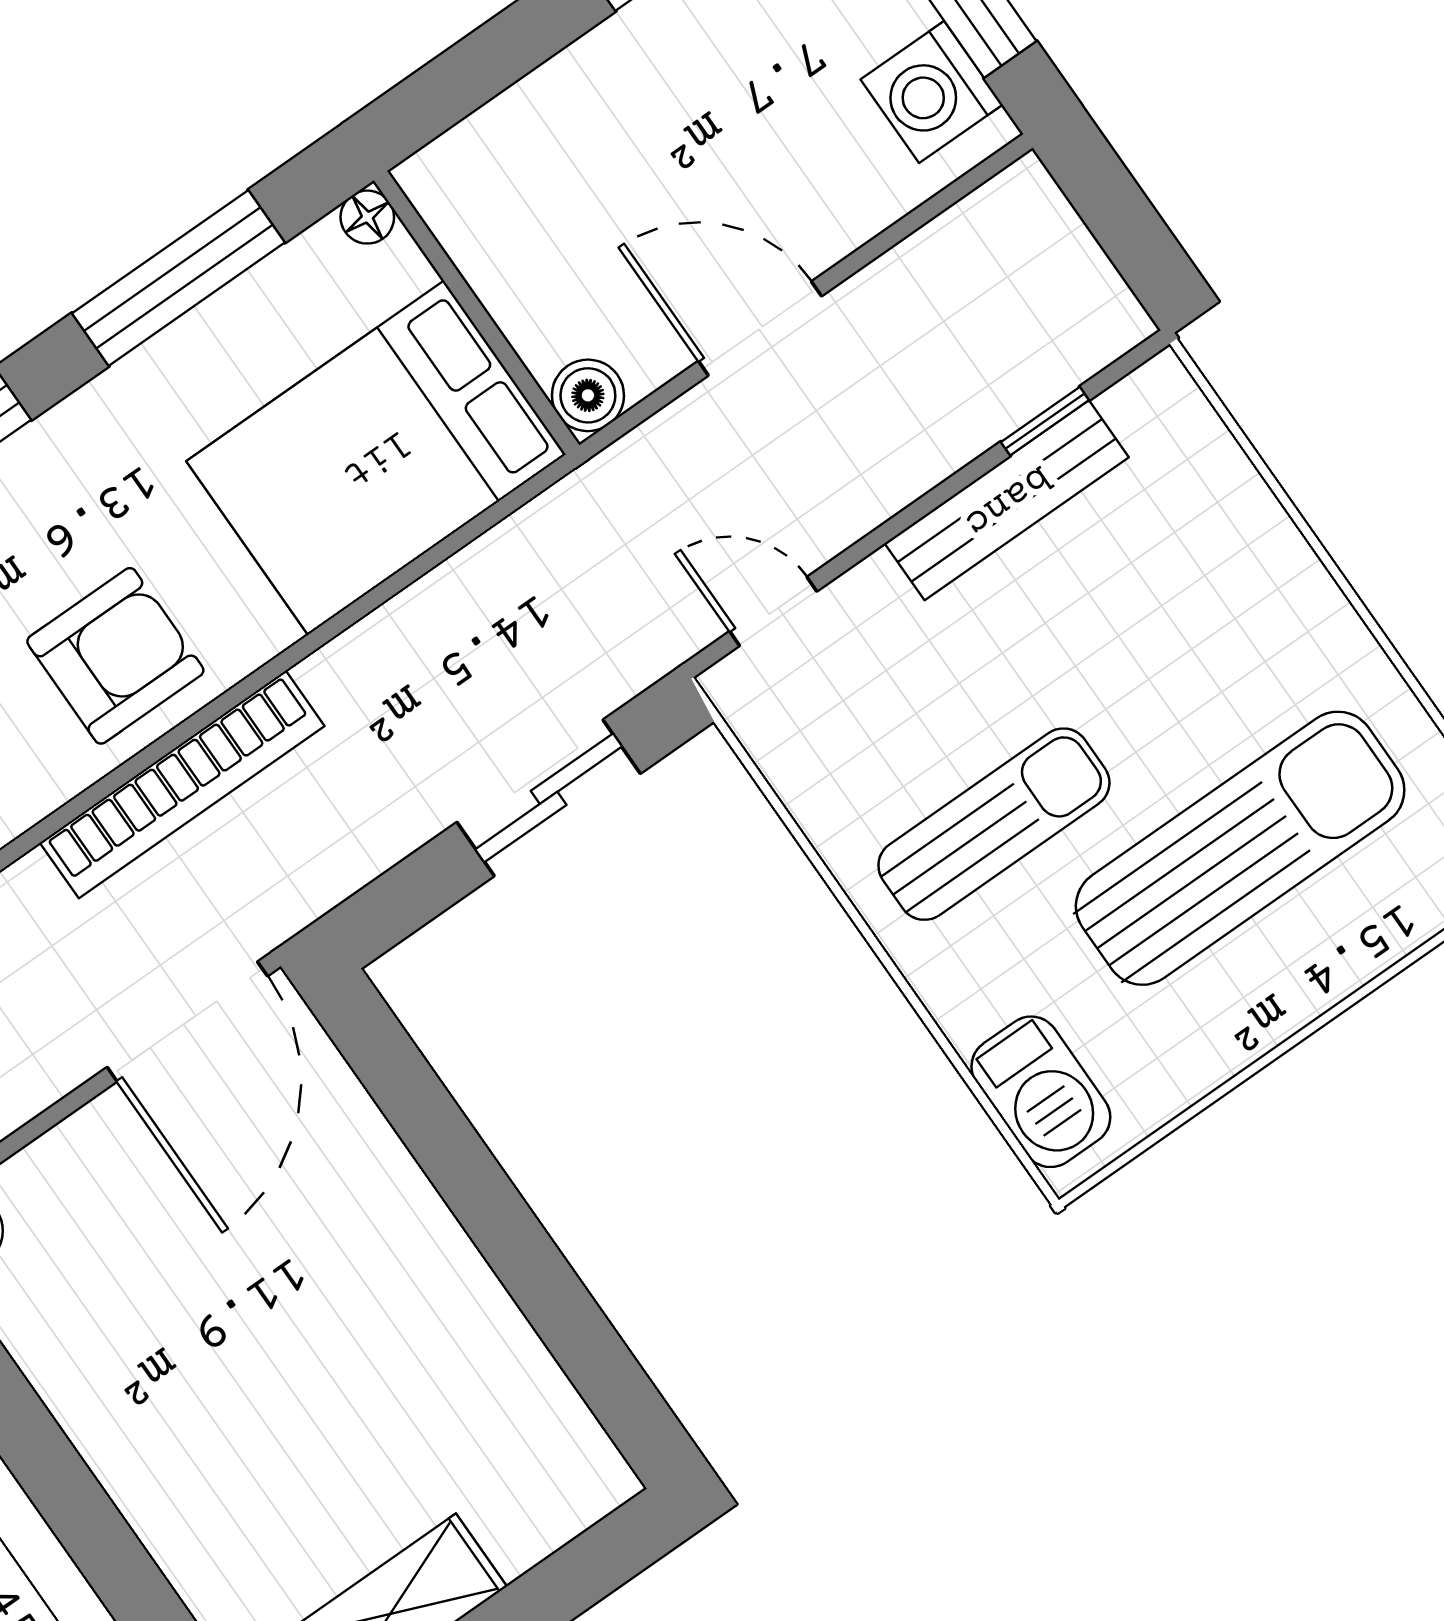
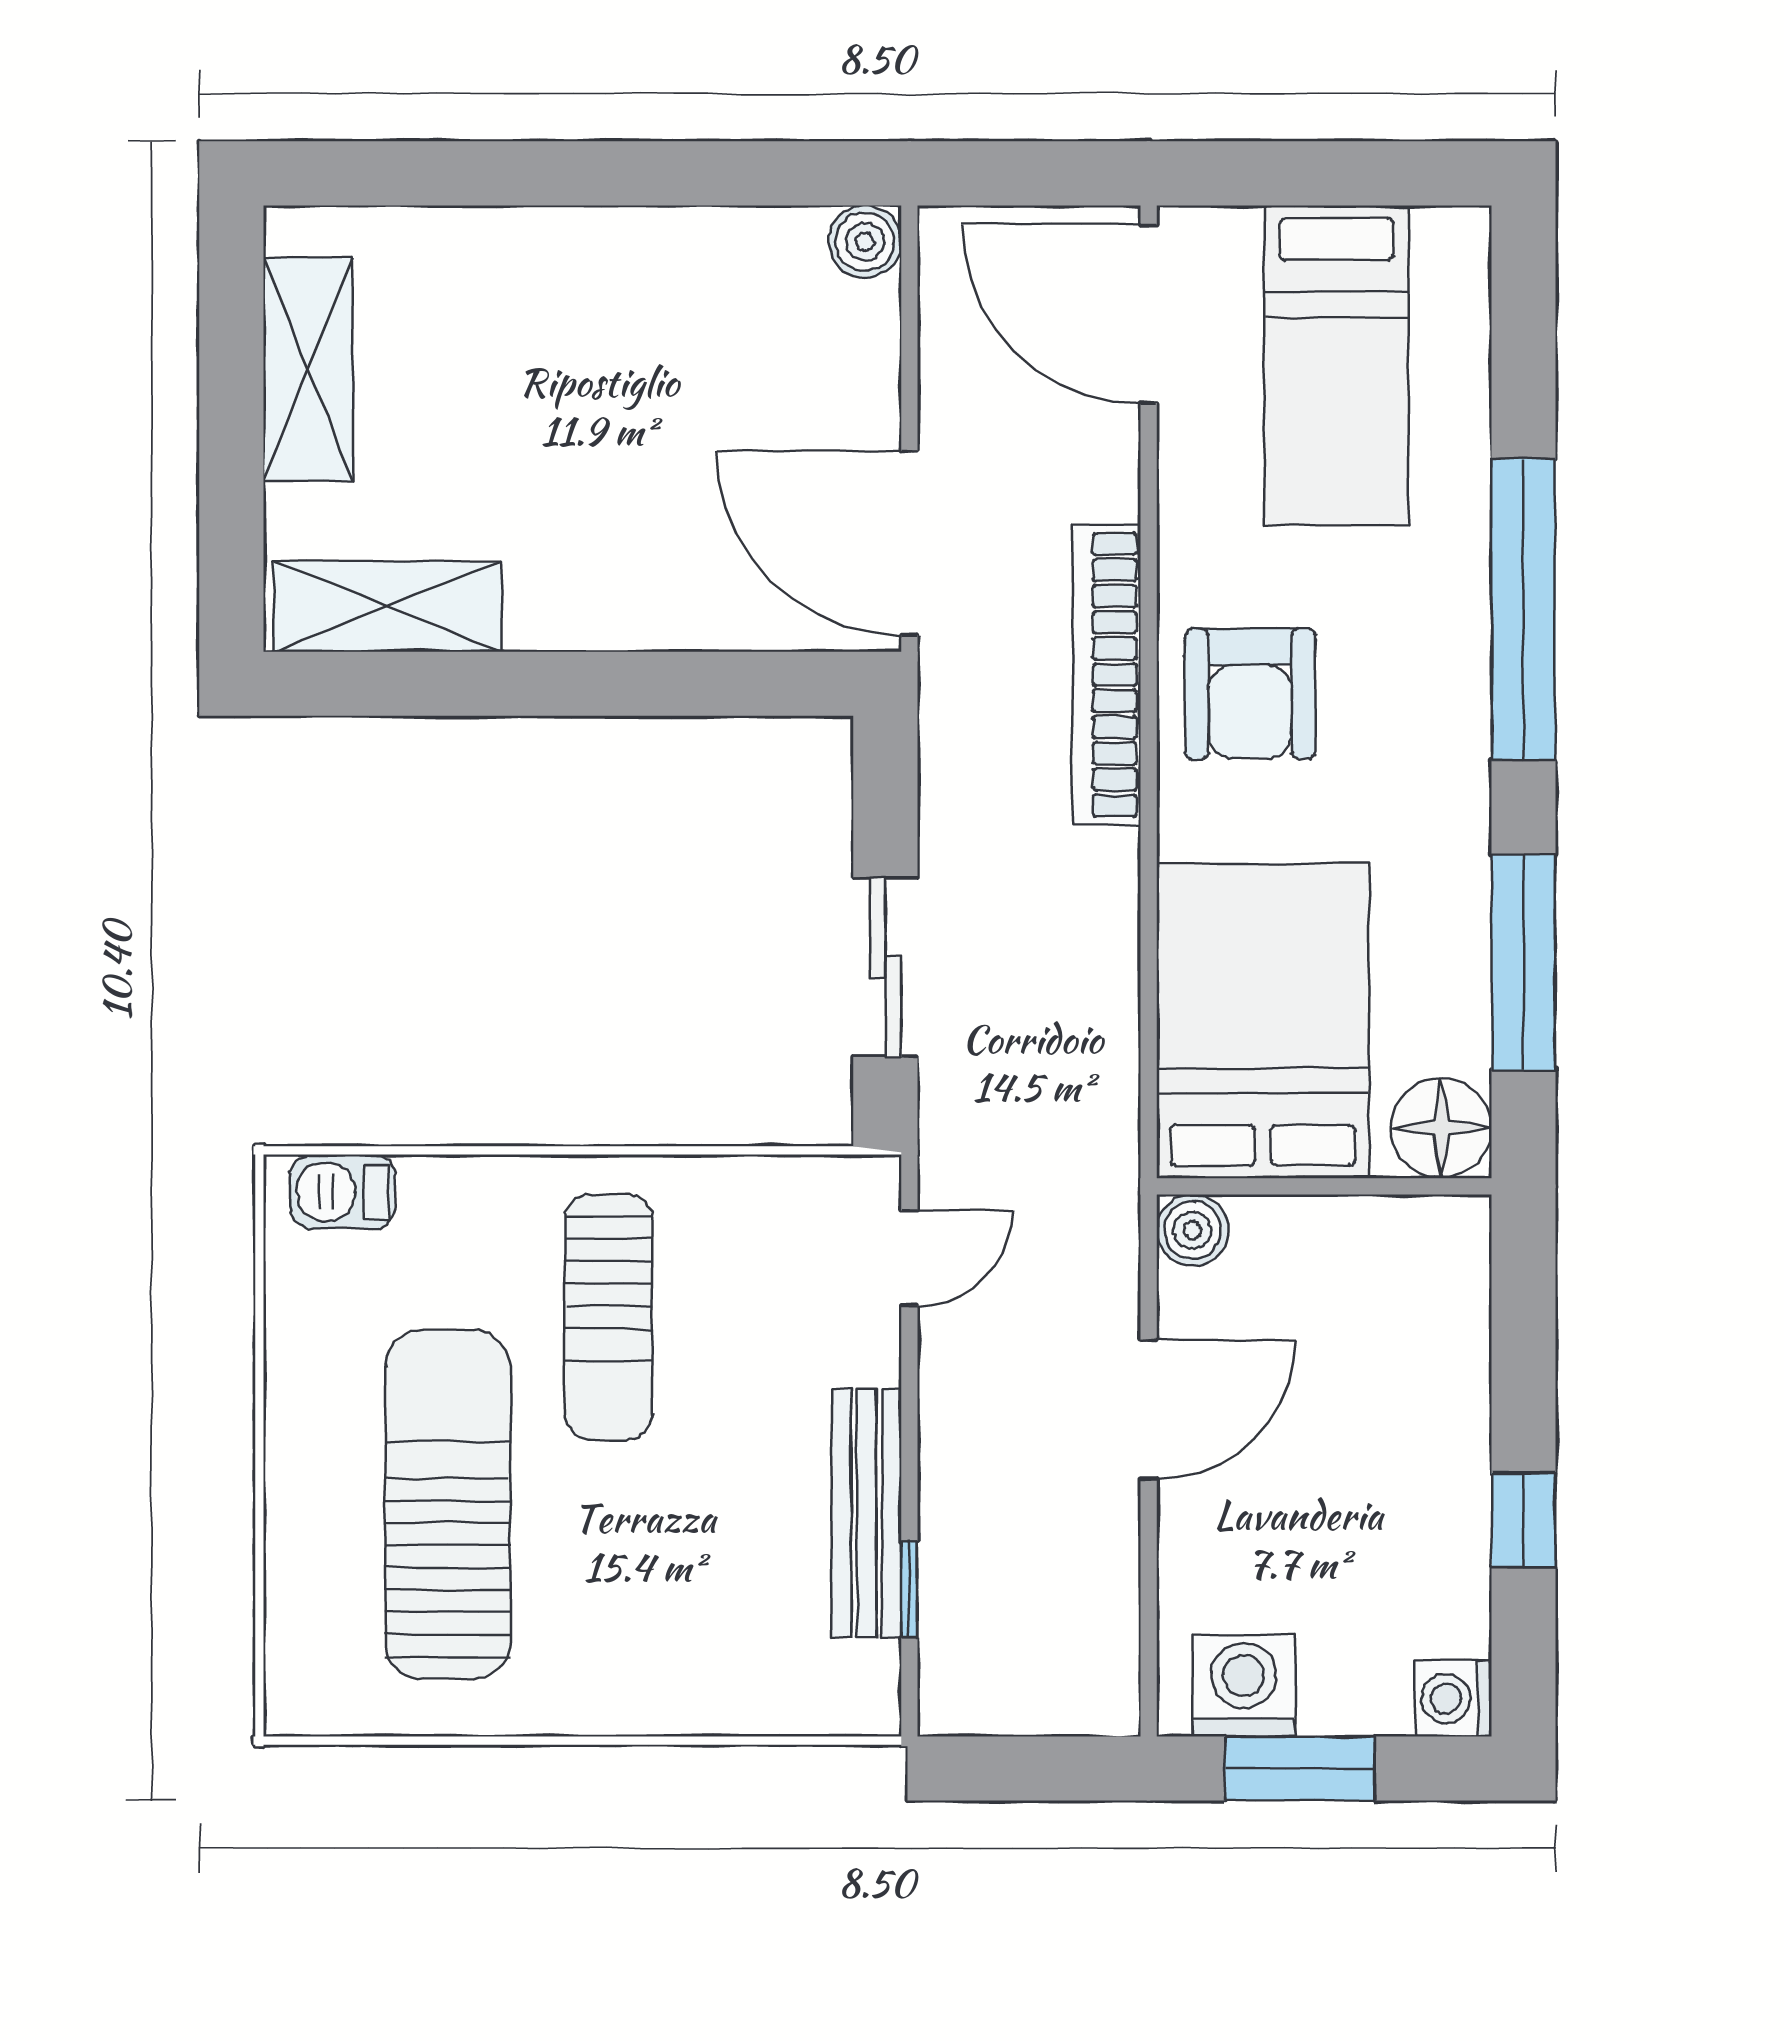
floor lamp: (367, 217) -> (1441, 1128), width x1.89, depth x1.89
sun lounger: (1240, 848) -> (448, 1505), turned 180
barbecue: (1041, 1092) -> (343, 1192), width x0.73, depth x0.79
shelving: (539, 1413) -> (388, 606), added

